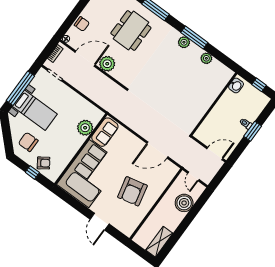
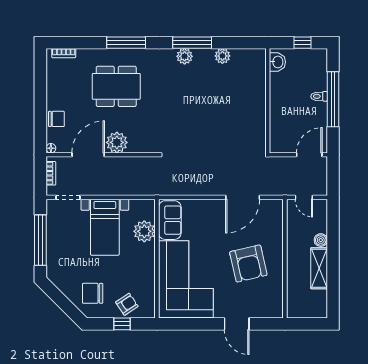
dining table: (131, 31) -> (116, 86), turned 90
bed with nightstands: (35, 110) -> (105, 227), moved, turned 90
window: (253, 131) -> (333, 99), width x2.11
boiler: (184, 203) -> (321, 240), width x0.54, depth x0.54
shelving: (159, 242) -> (319, 268), moved

